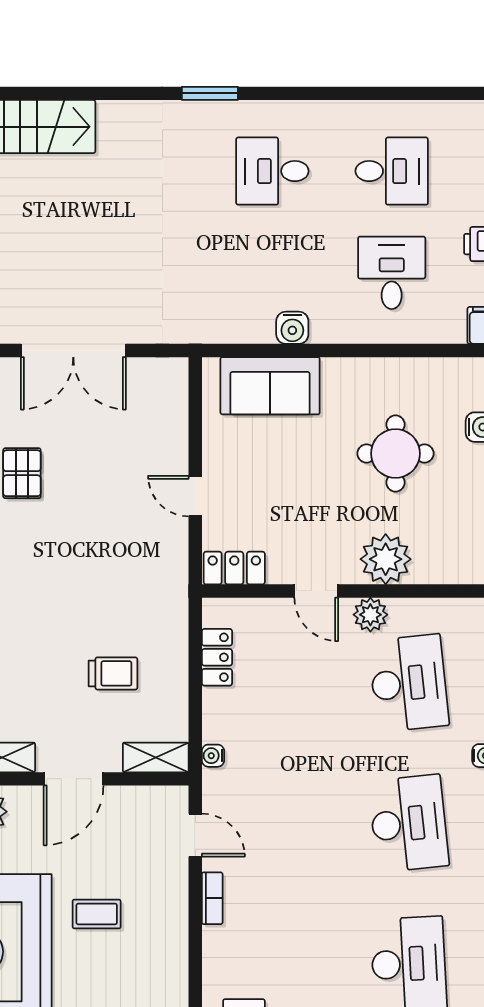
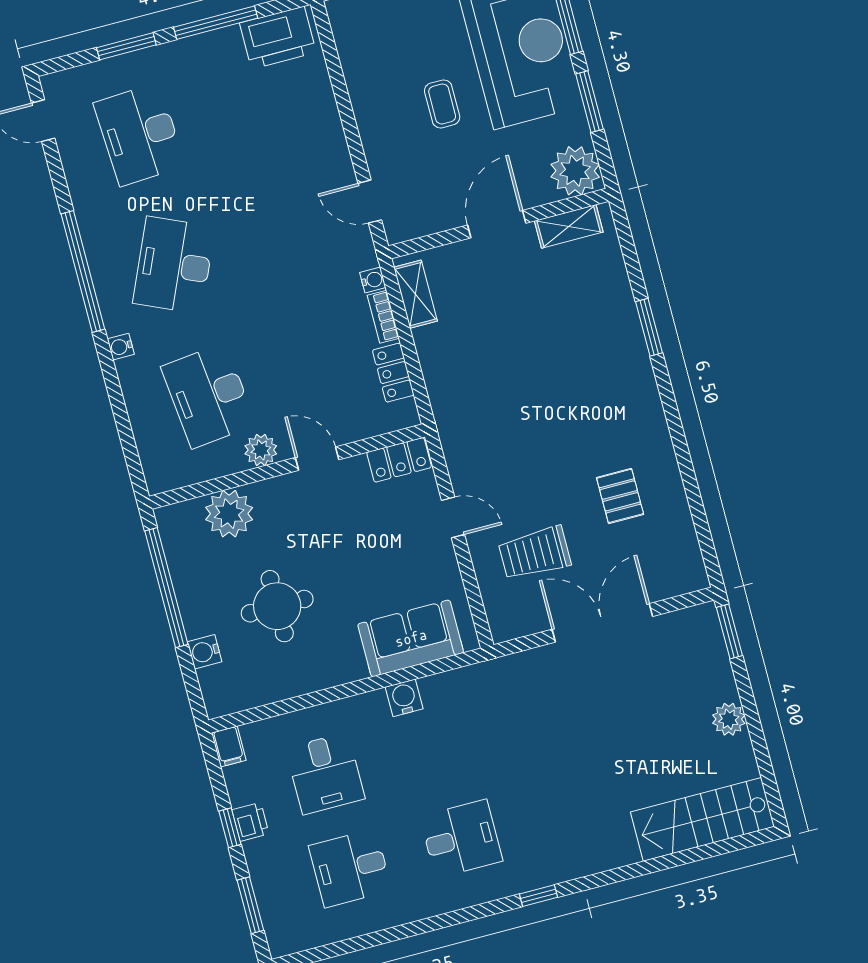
window: (210, 93) -> (539, 896), width x0.67
plant: (386, 559) -> (229, 514), moved
trolley: (113, 673) -> (535, 553), moved, width x1.36, depth x1.39
shelving: (156, 757) -> (415, 294), moved, turned 90
desk: (409, 823) -> (174, 265), turned 30
bookcase: (212, 898) -> (383, 317), moved
coffee table: (97, 914) -> (442, 104), turned 90

